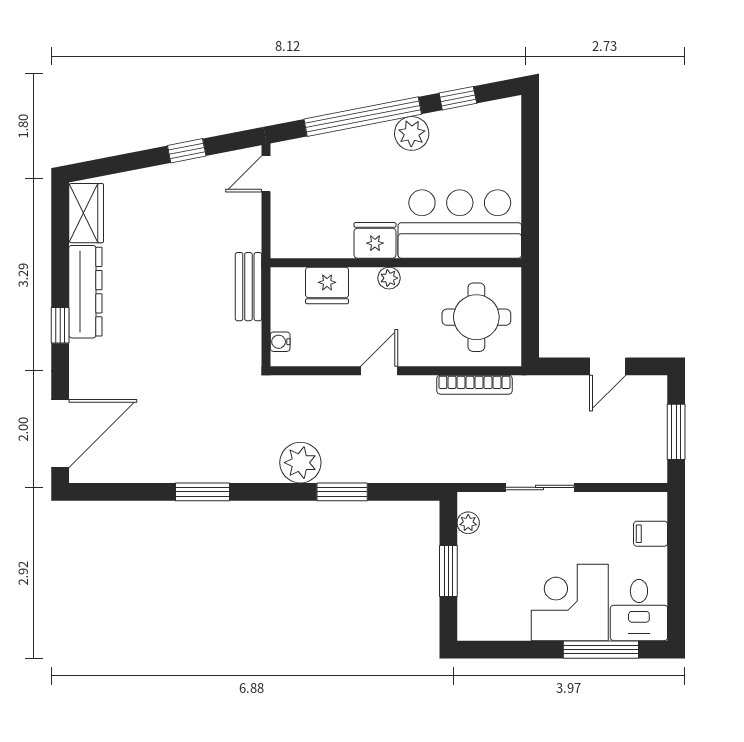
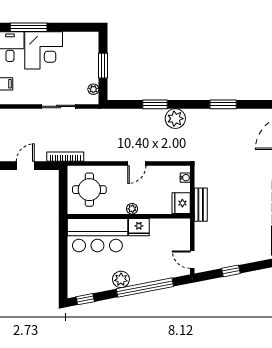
window: (458, 98) -> (85, 299), moved
door: (266, 174) -> (192, 260), swing flipped
fridge: (327, 285) -> (181, 203), moved, turned -90
bookcase: (474, 385) -> (65, 157), moved

